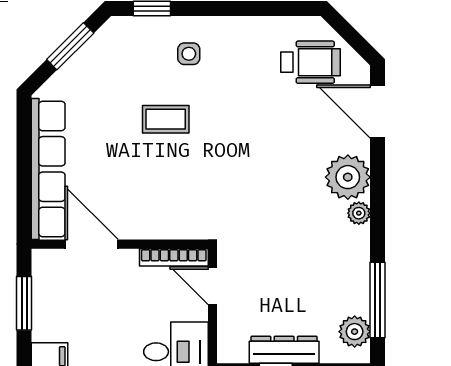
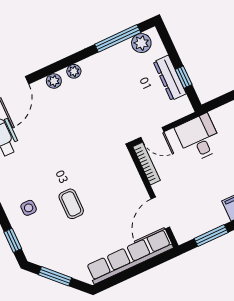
plant: (348, 177) -> (54, 81), width x0.53, depth x0.53
door: (213, 286) -> (152, 135), hinge flipped

